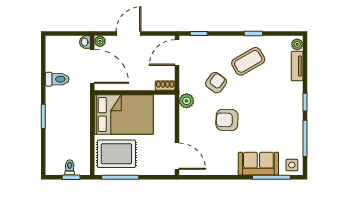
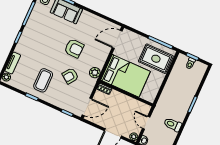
coffee table: (248, 61) -> (43, 80), turned -60
door: (92, 66) -> (146, 123), width x0.53
bed: (124, 114) -> (126, 76), moved, turned 180
door: (177, 156) -> (117, 39), hinge flipped

